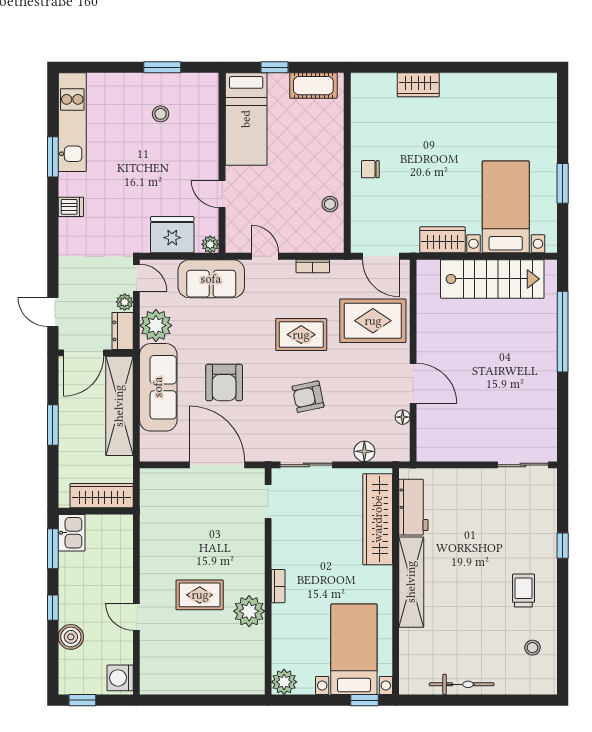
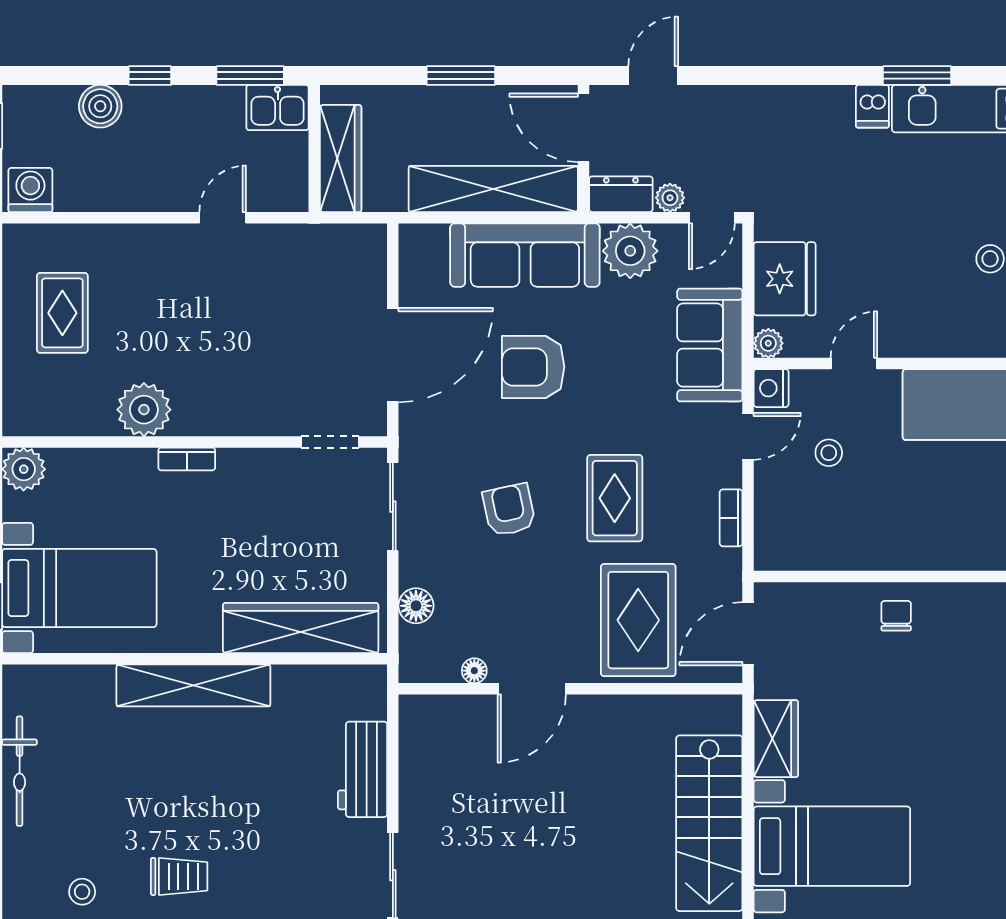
stool: (330, 204) -> (829, 453), moved
dishwasher: (71, 207) -> (872, 106), moved
nightstand: (236, 243) -> (771, 388), added
workbench: (413, 507) -> (363, 769), moved, turned 90
rug: (200, 595) -> (62, 313), moved
door: (136, 617) -> (223, 218), moved

